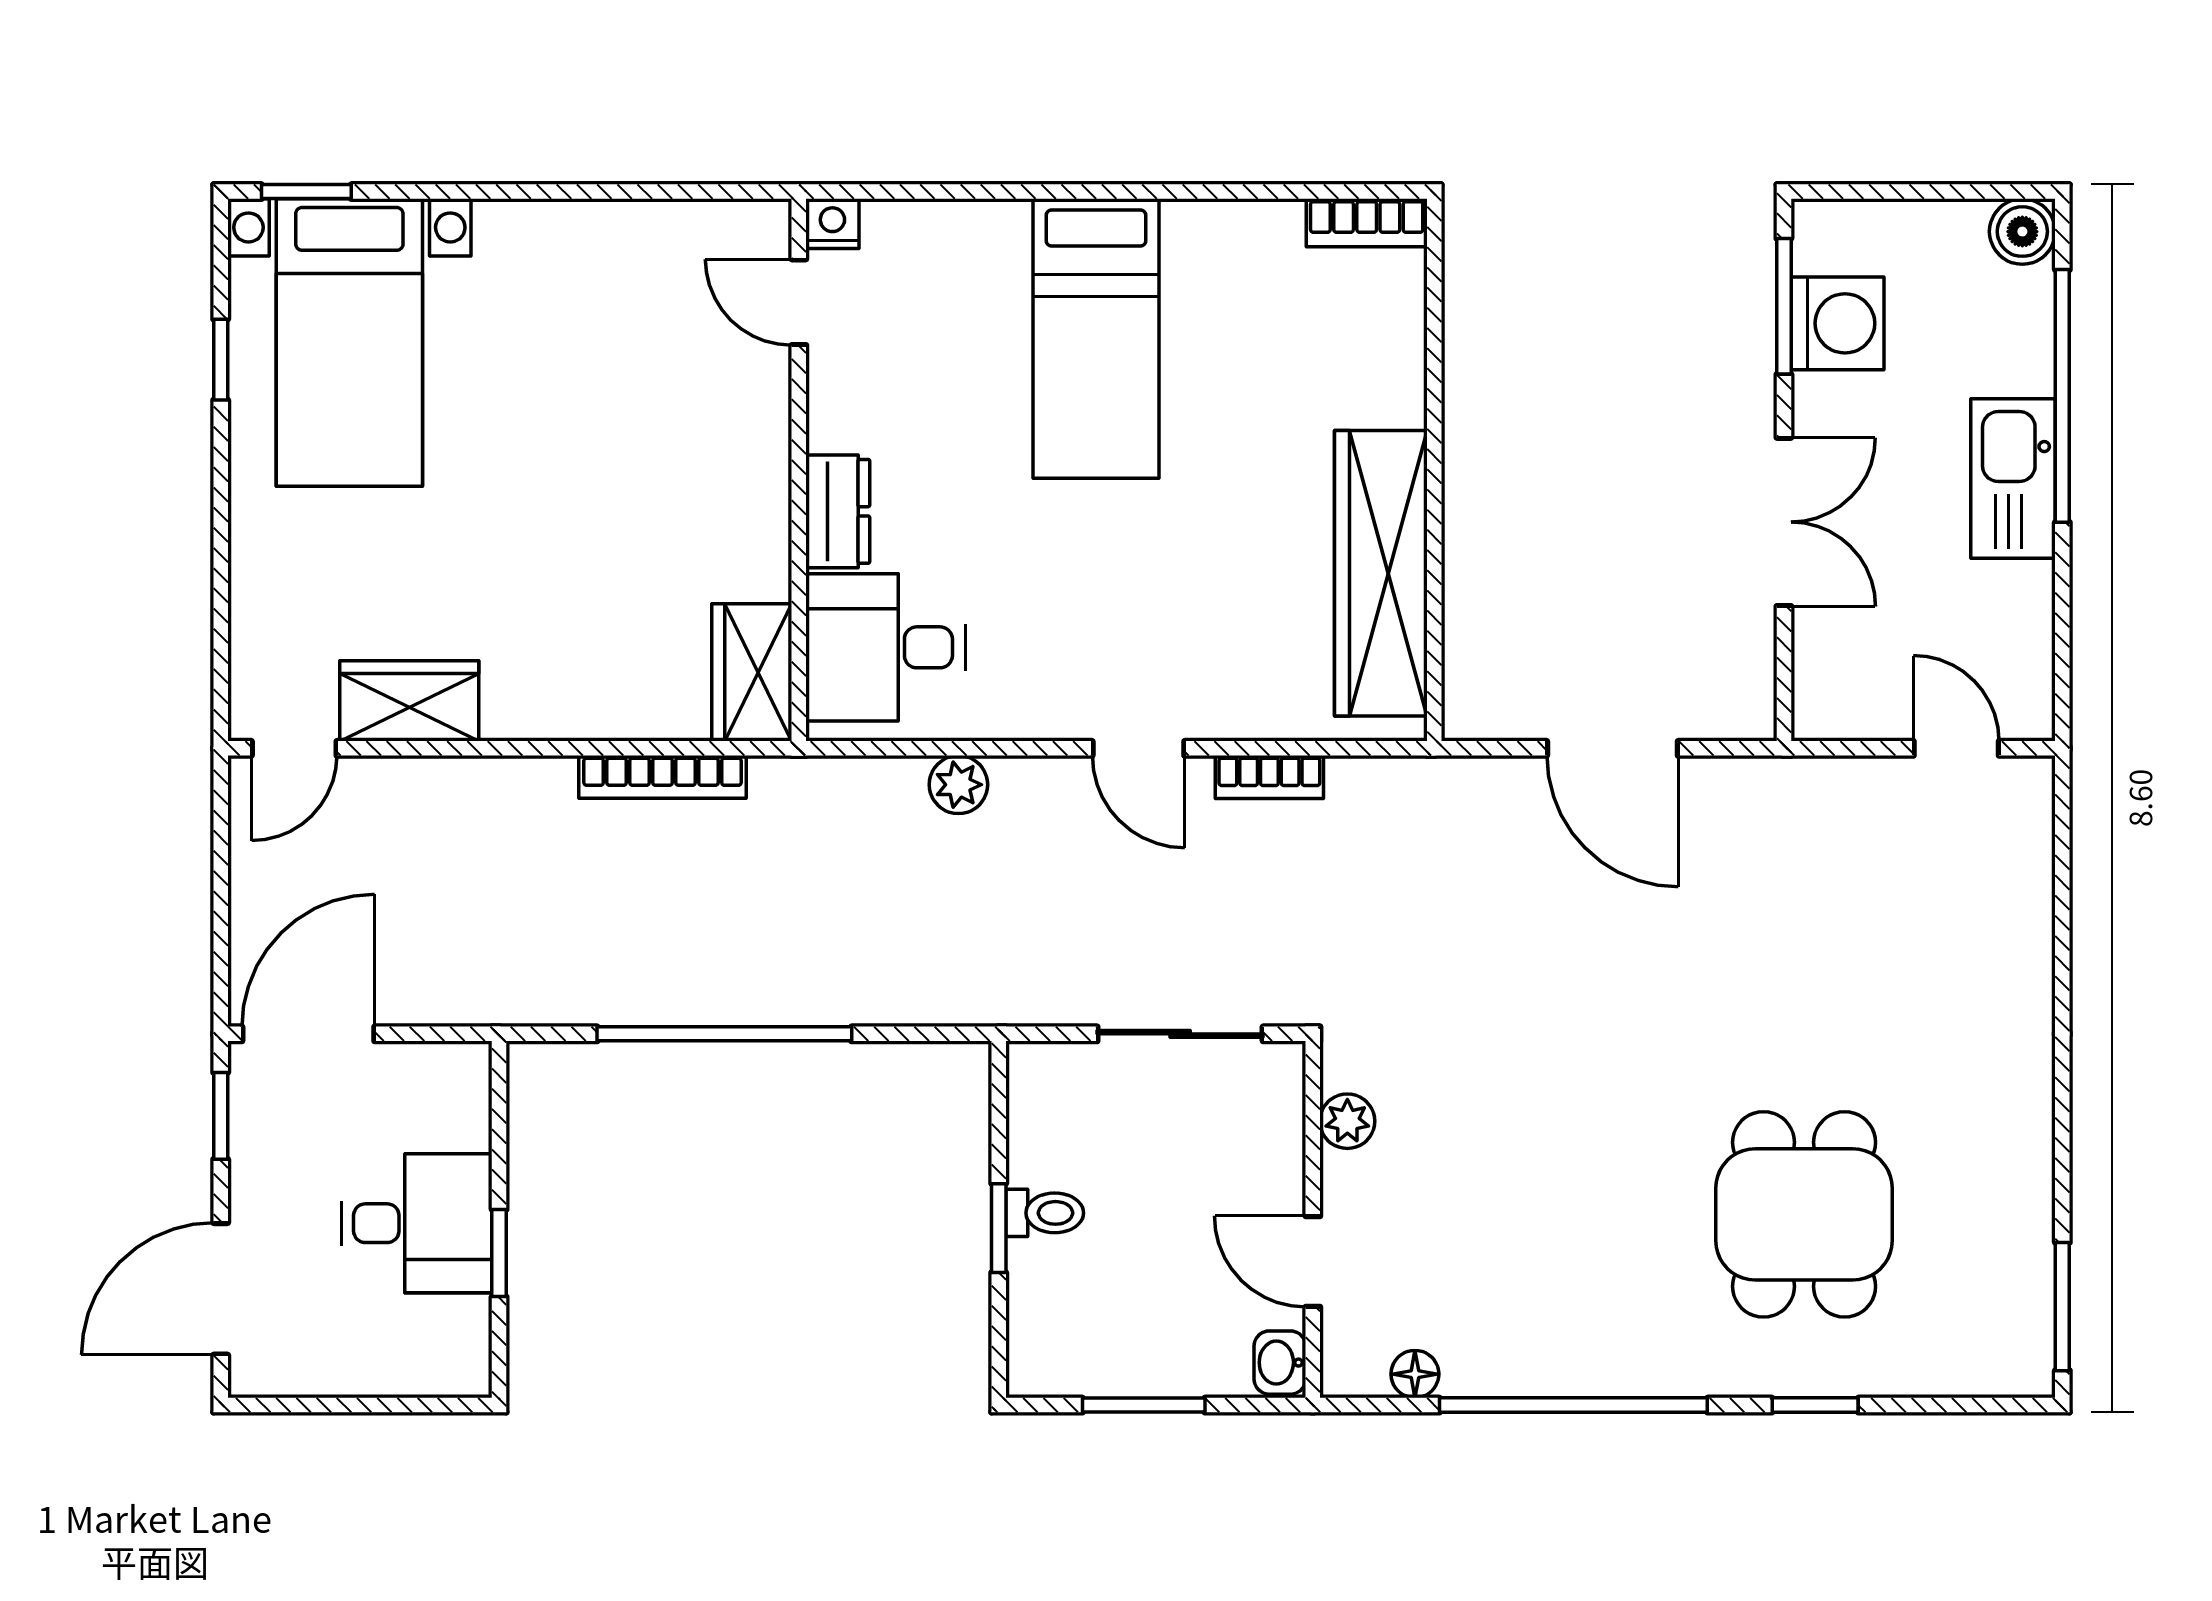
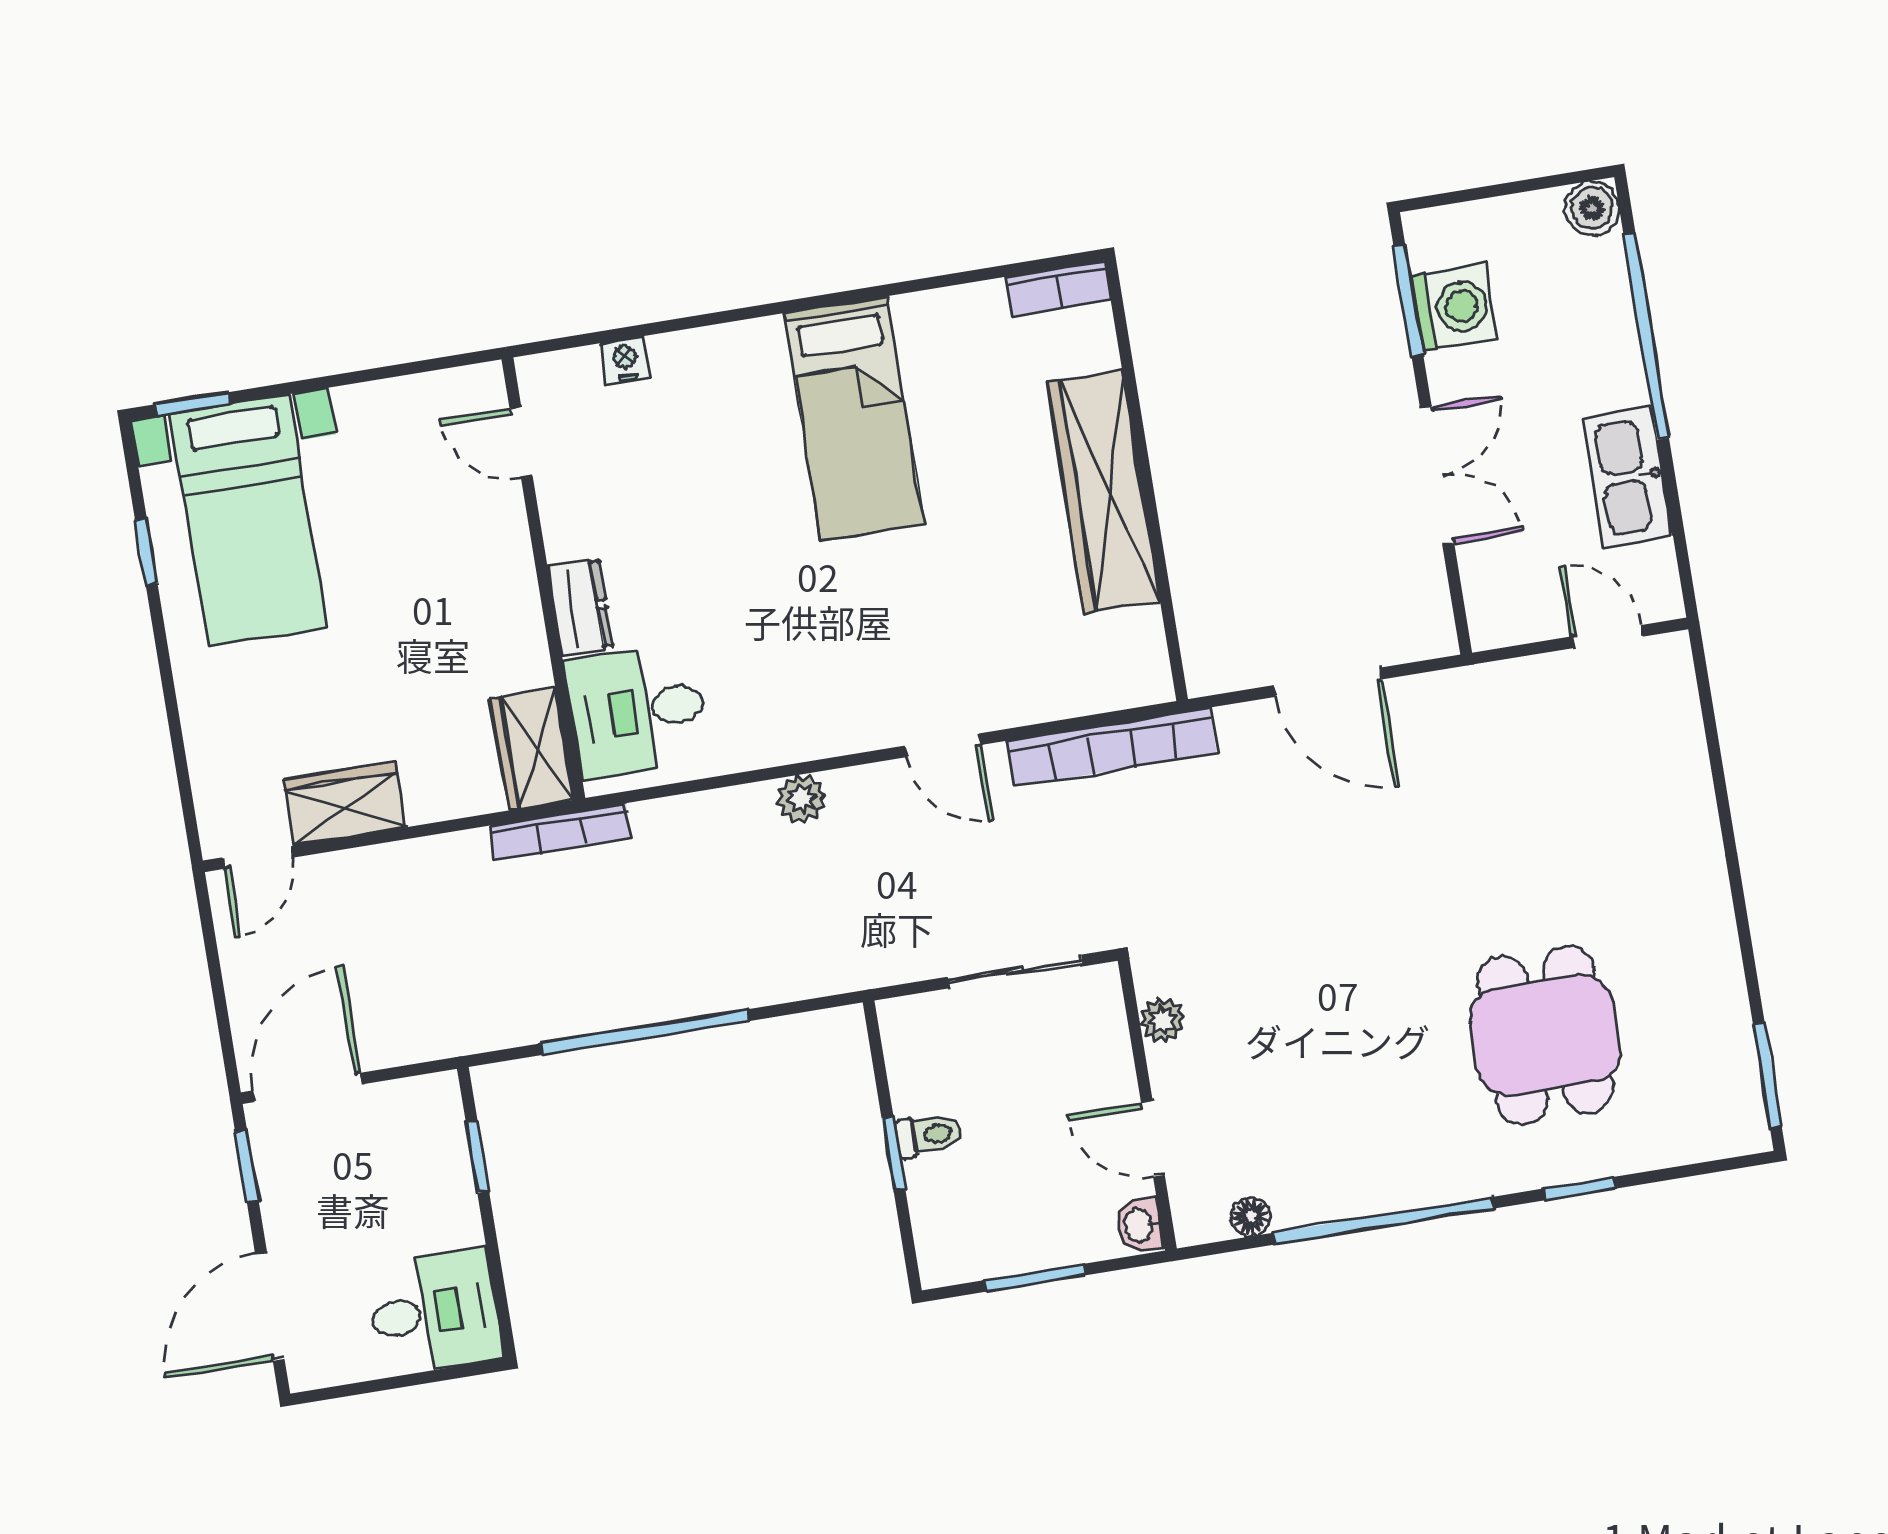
door: (799, 302) -> (521, 442), moved
wall: (799, 470) -> (543, 579), moved
kitchen sink: (2013, 478) -> (1628, 477), moved
dresser: (838, 511) -> (581, 607), moved
wardrobe: (1381, 573) -> (1104, 492), moved
desk: (885, 647) -> (637, 711), moved
wardrobe: (752, 672) -> (532, 749), moved
bookcase: (1269, 777) -> (1112, 747), width x2.31, depth x1.31
desk: (417, 1223) -> (434, 1312), moved
window: (499, 1253) -> (477, 1156), moved

